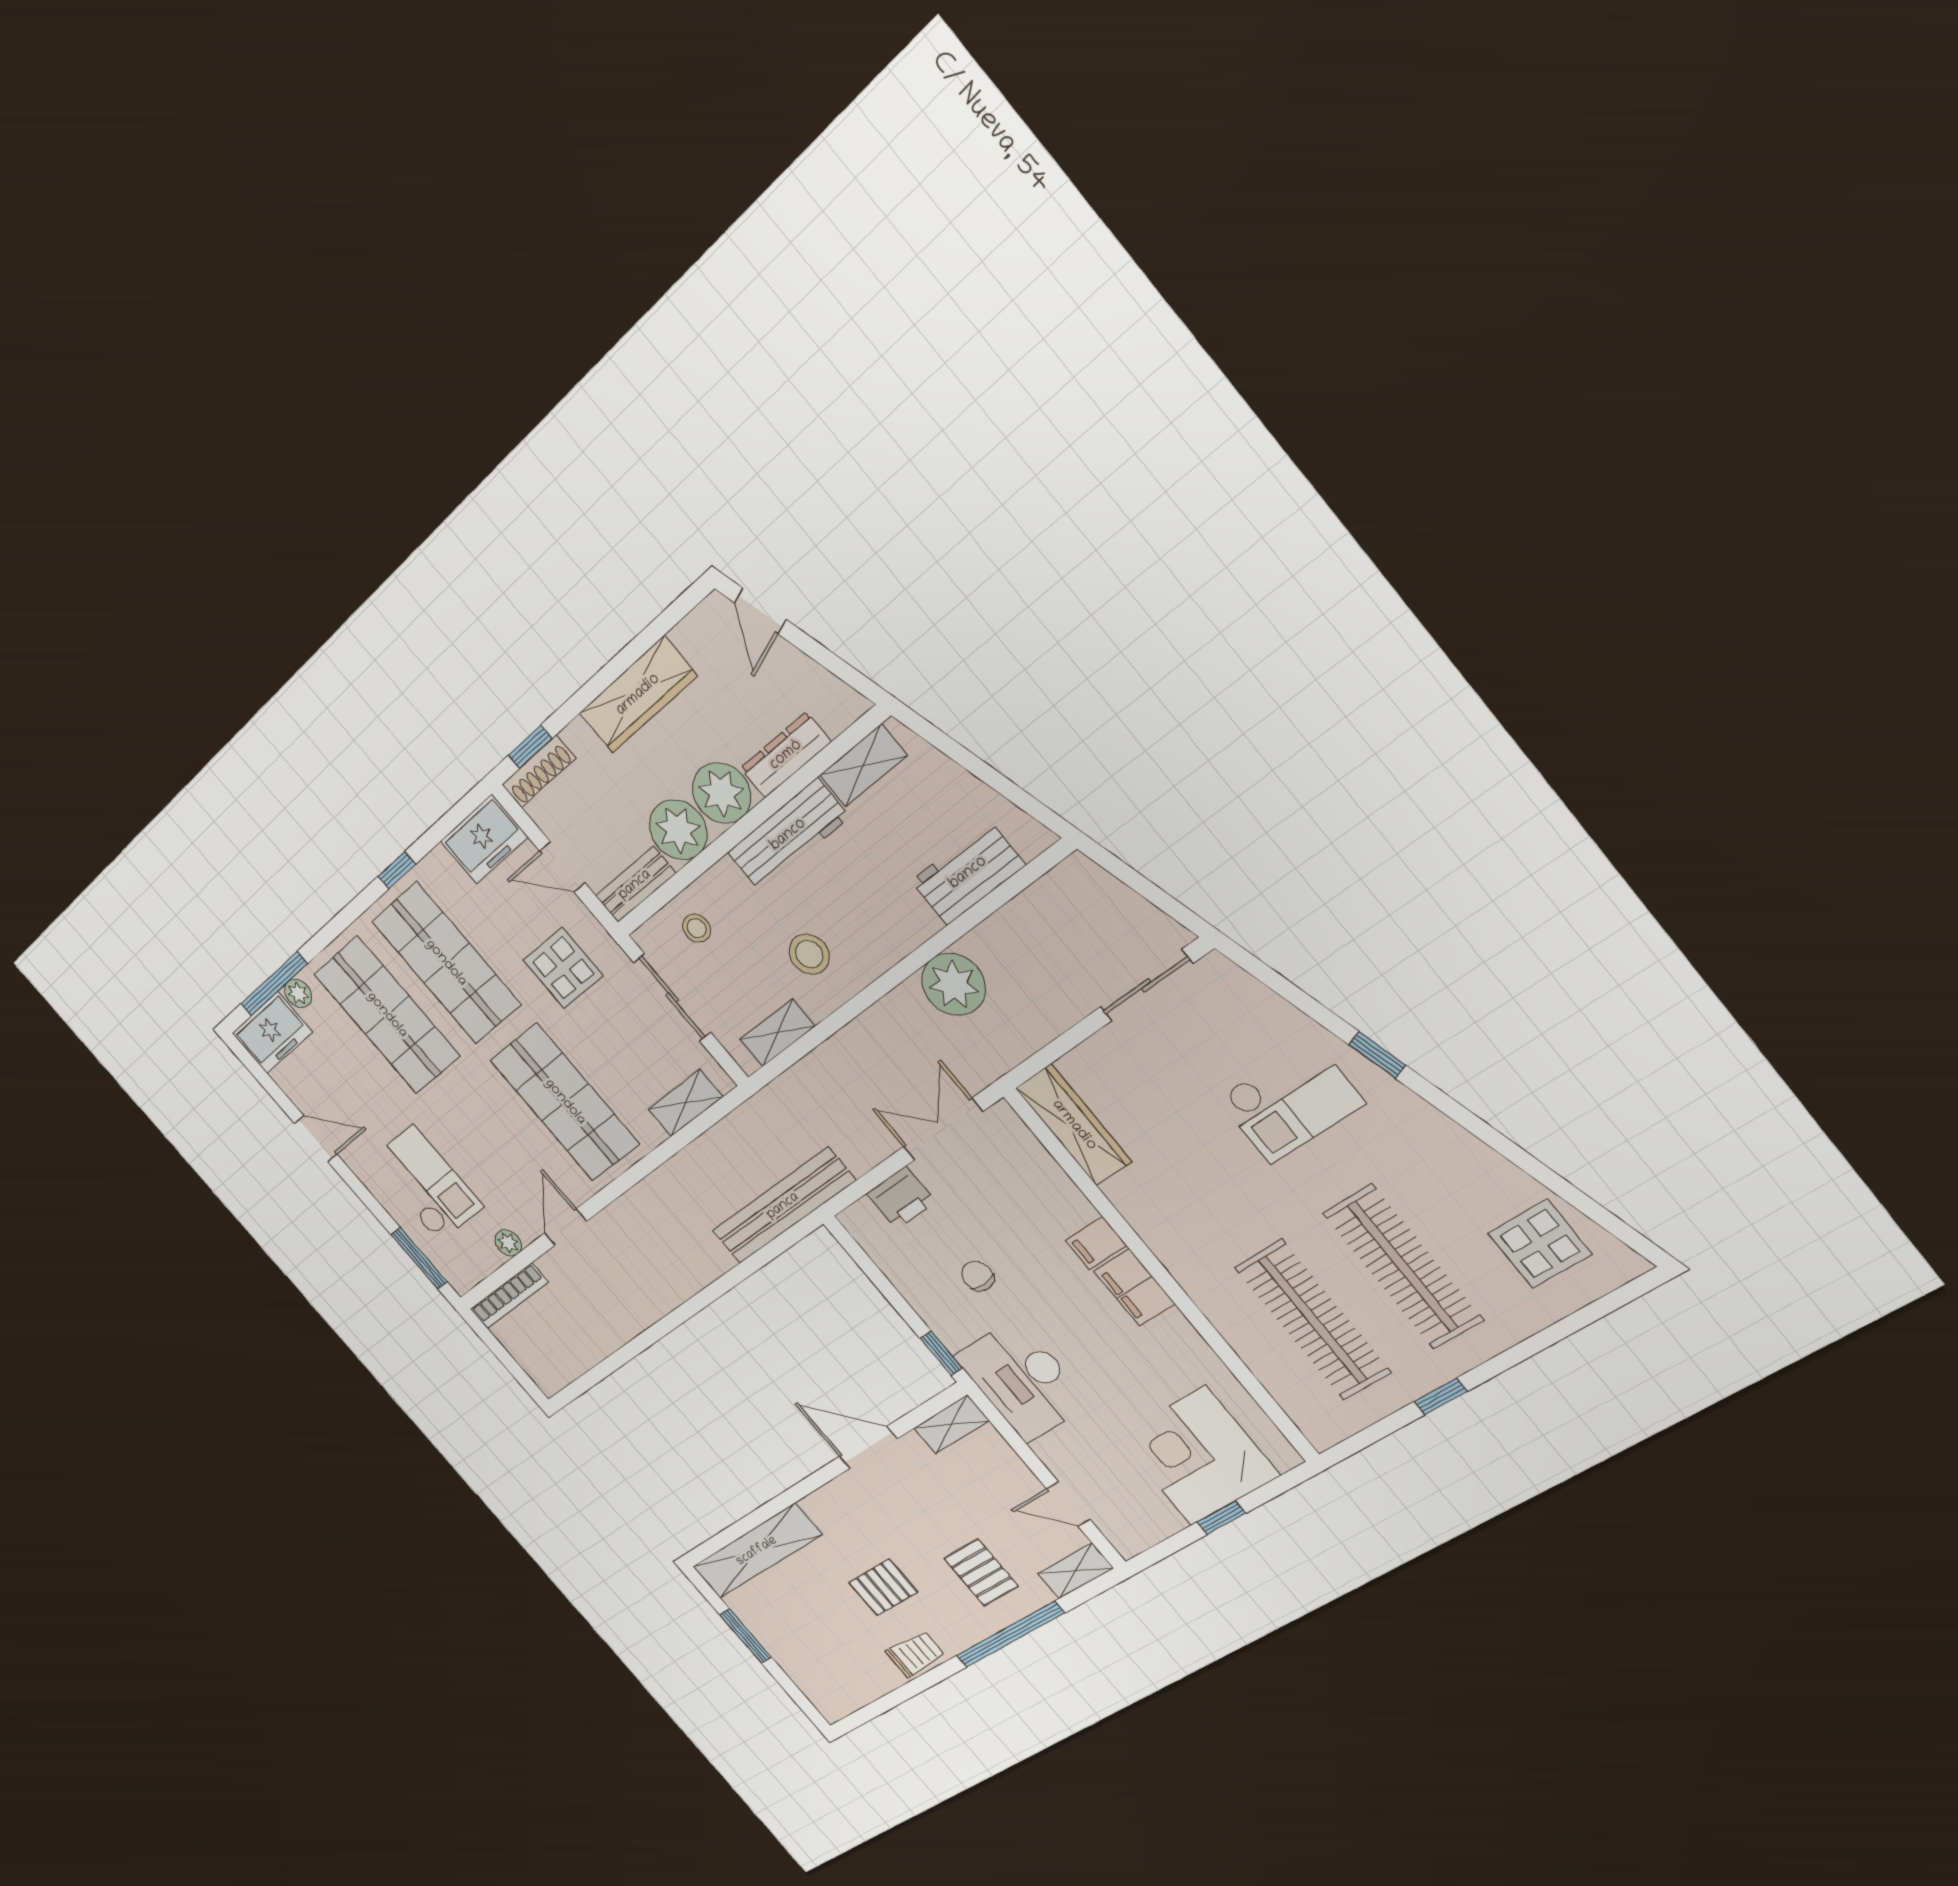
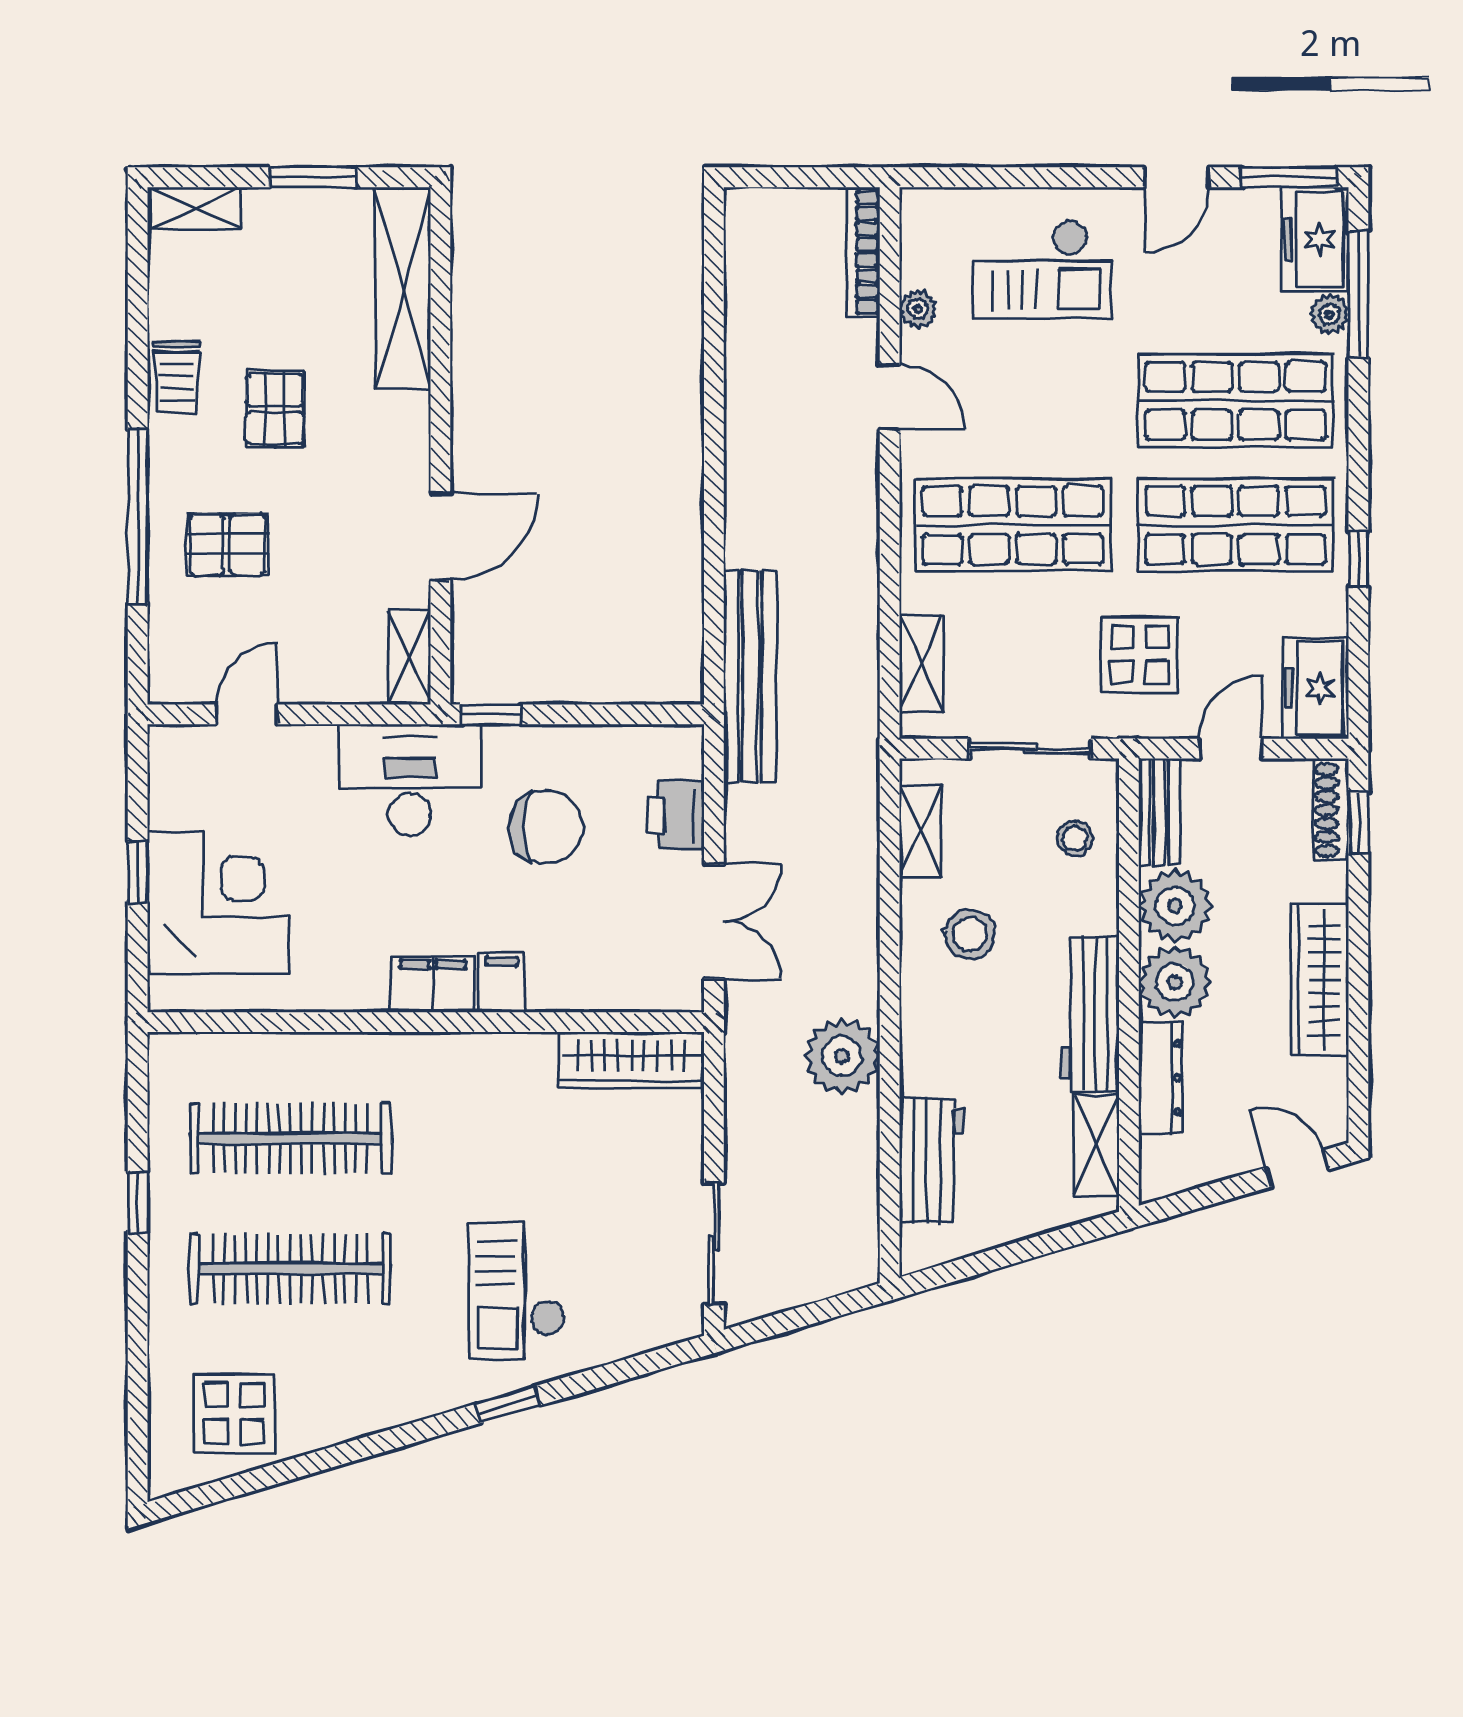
window: (419, 1258) -> (1289, 177), moved
chair: (978, 1276) -> (546, 827), width x1.87, depth x1.87
shelving: (1075, 1571) -> (194, 208), moved, turned 90

